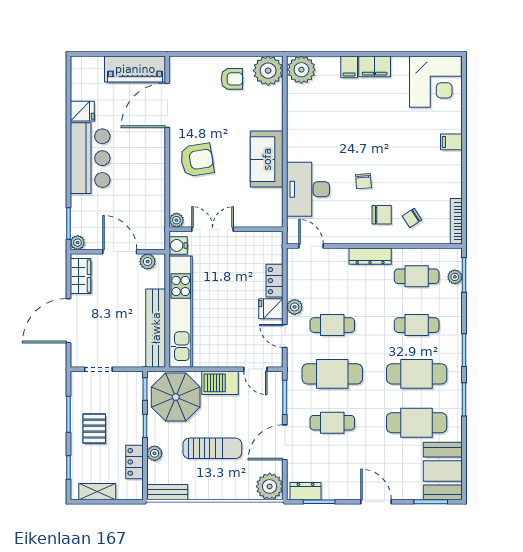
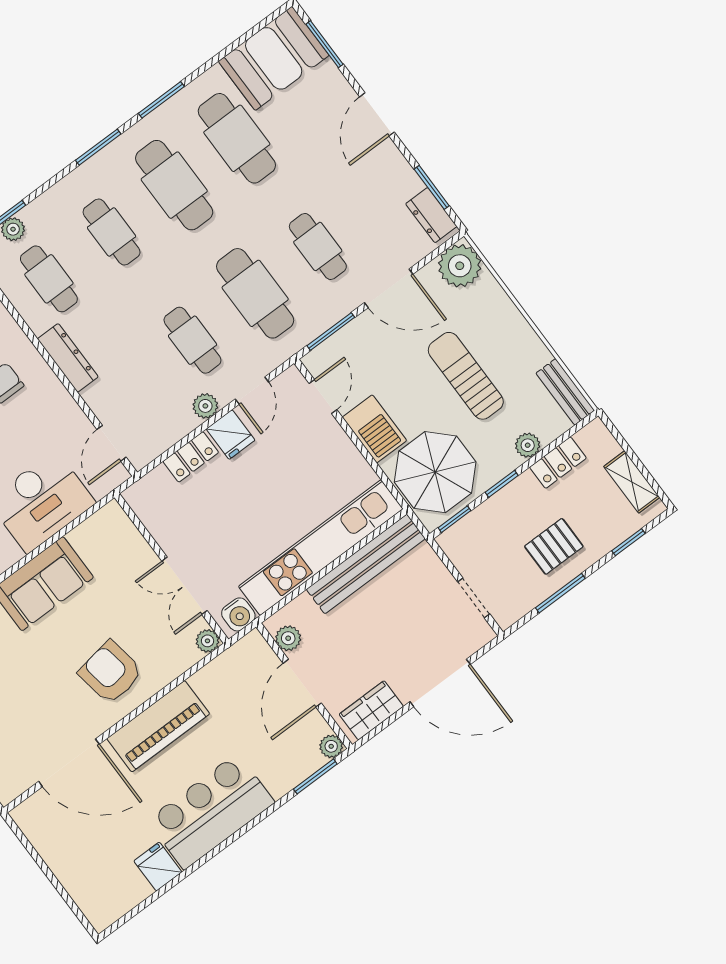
piano: (135, 69) -> (158, 726), moved, turned 90

